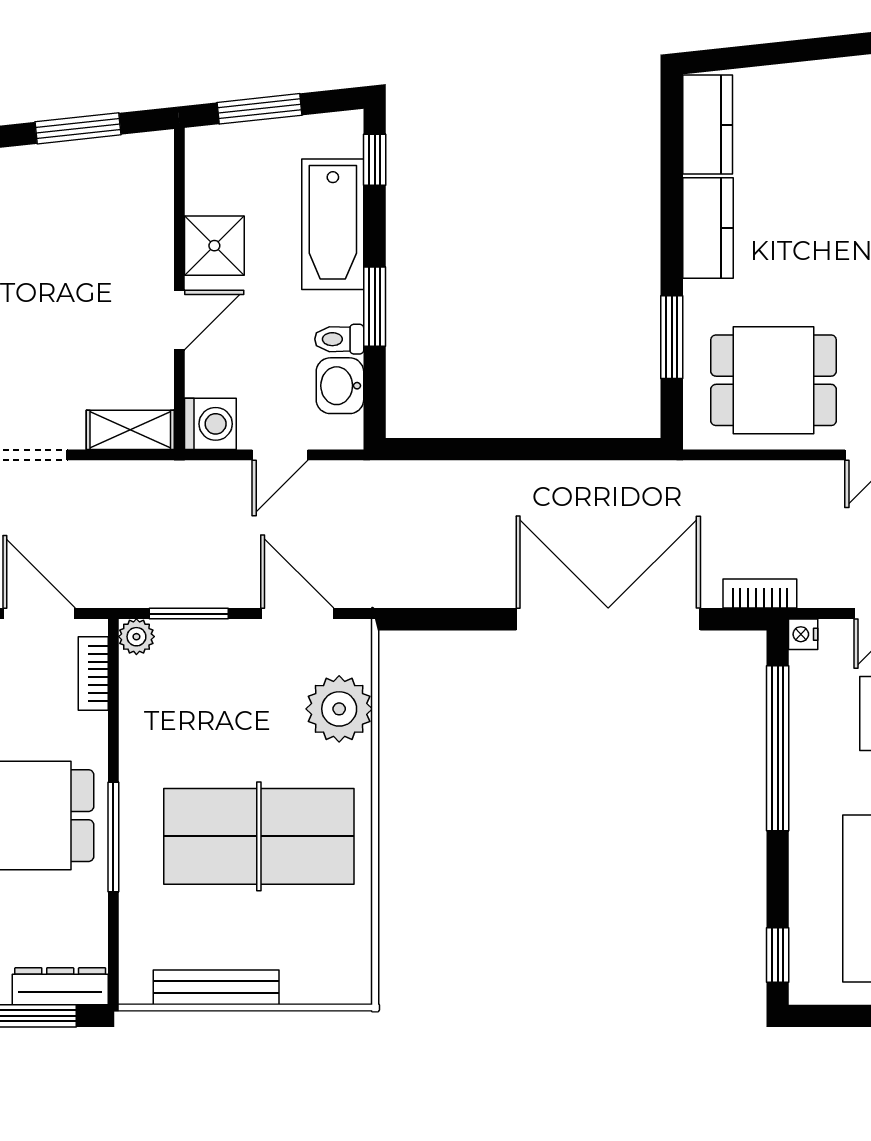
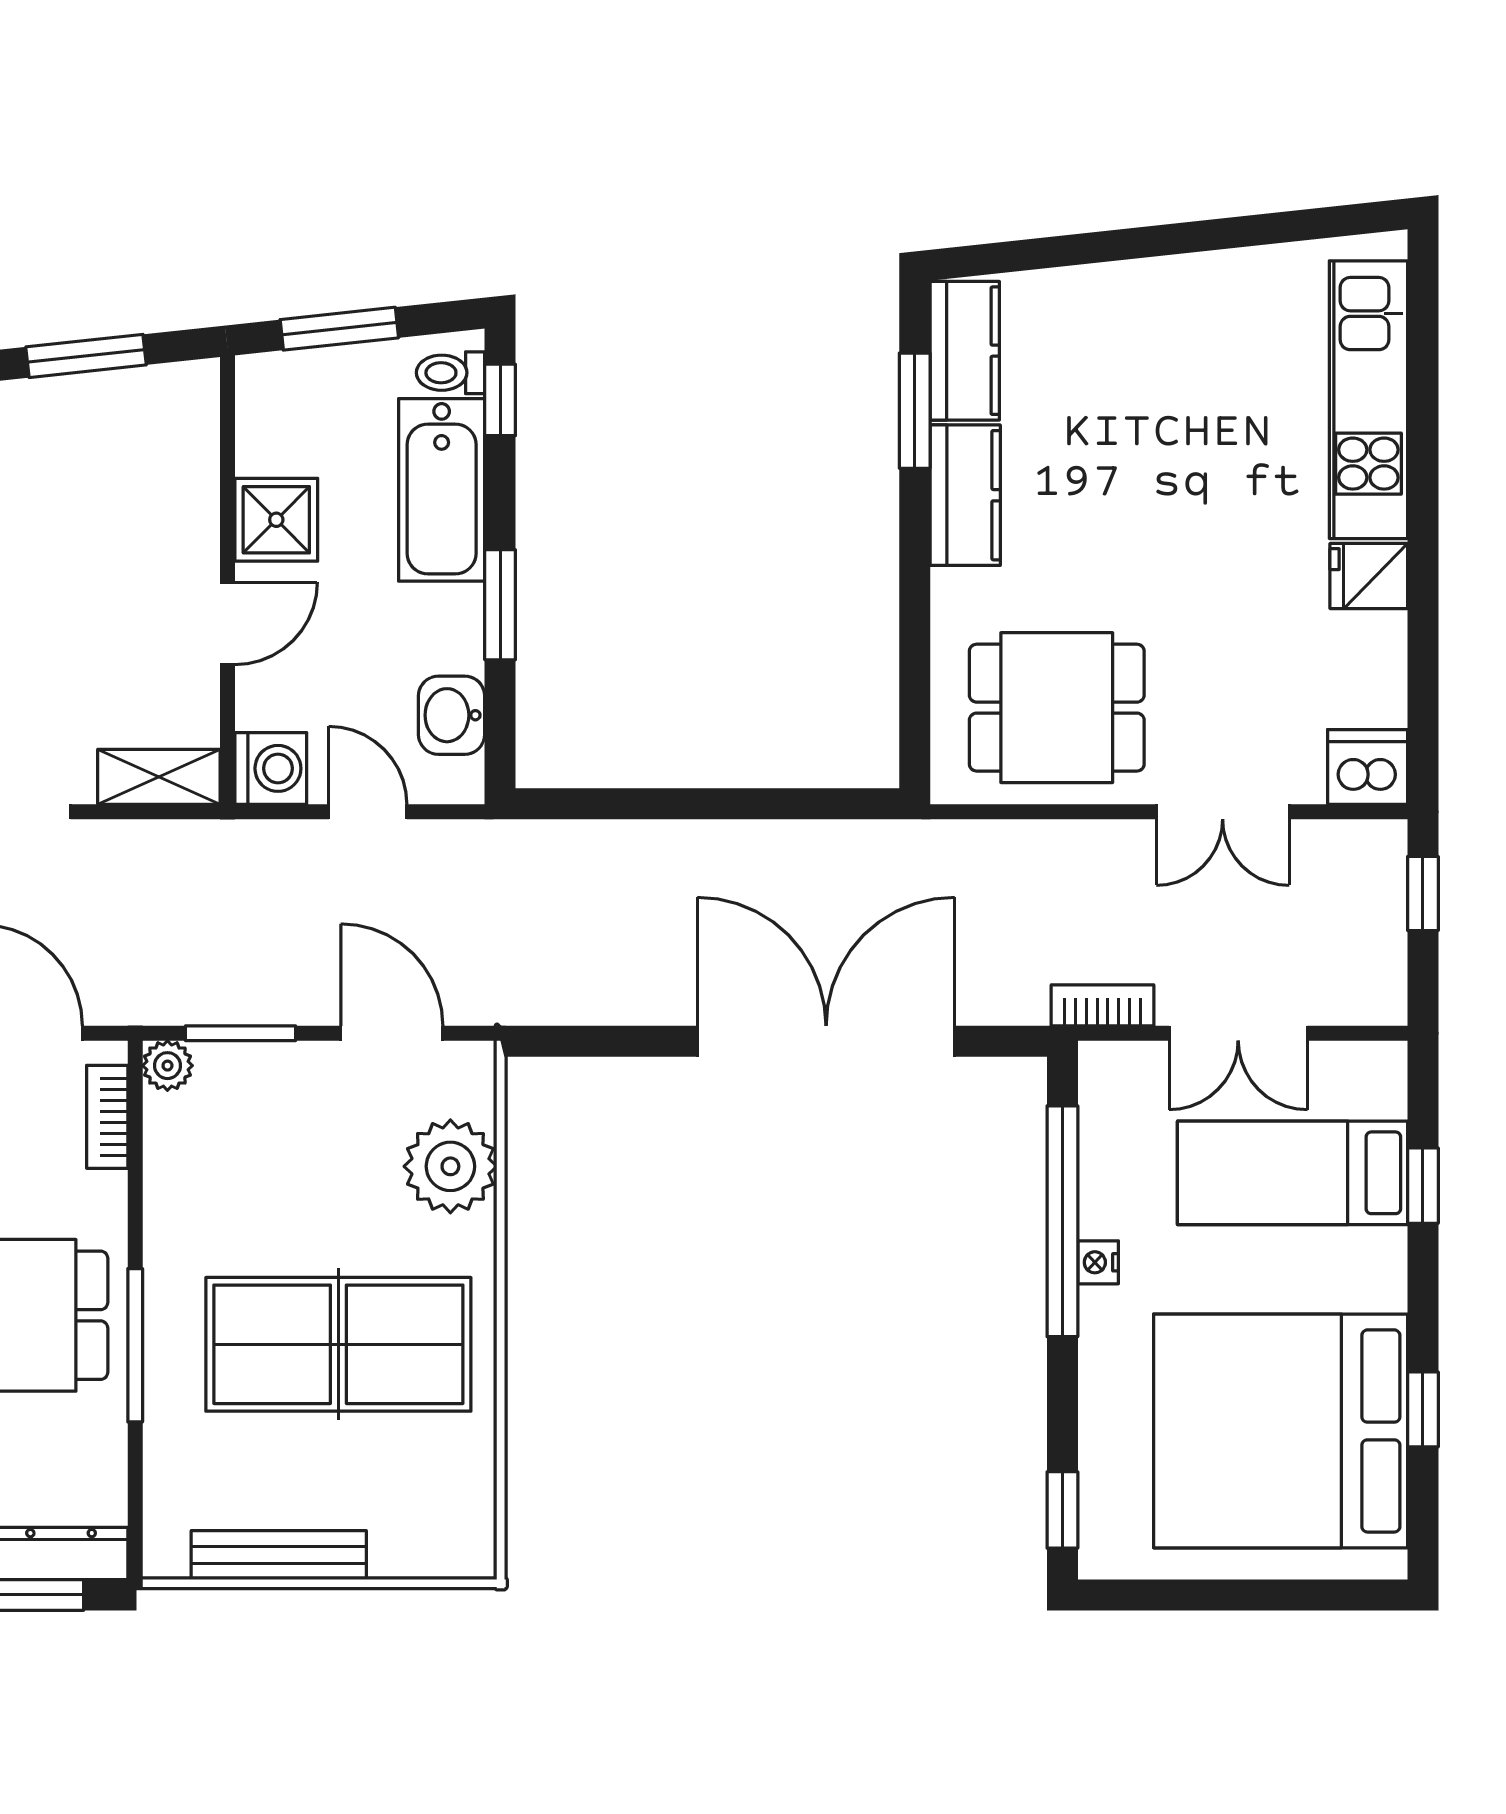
window: (672, 337) -> (915, 411), moved
toilet: (339, 339) -> (451, 373), moved
door: (280, 455) -> (368, 812), swing flipped
bookcase: (760, 594) -> (1103, 1005), moved
nightstand: (803, 634) -> (1098, 1262), moved

